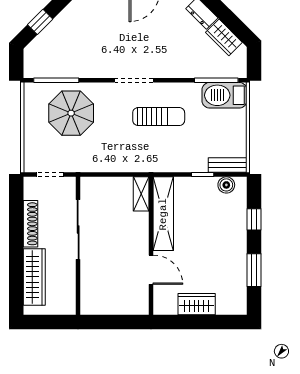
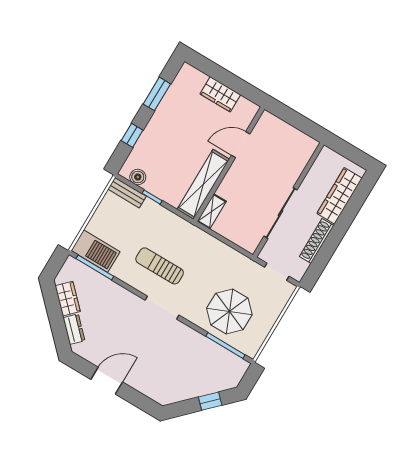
door: (151, 270) -> (241, 145), hinge flipped

